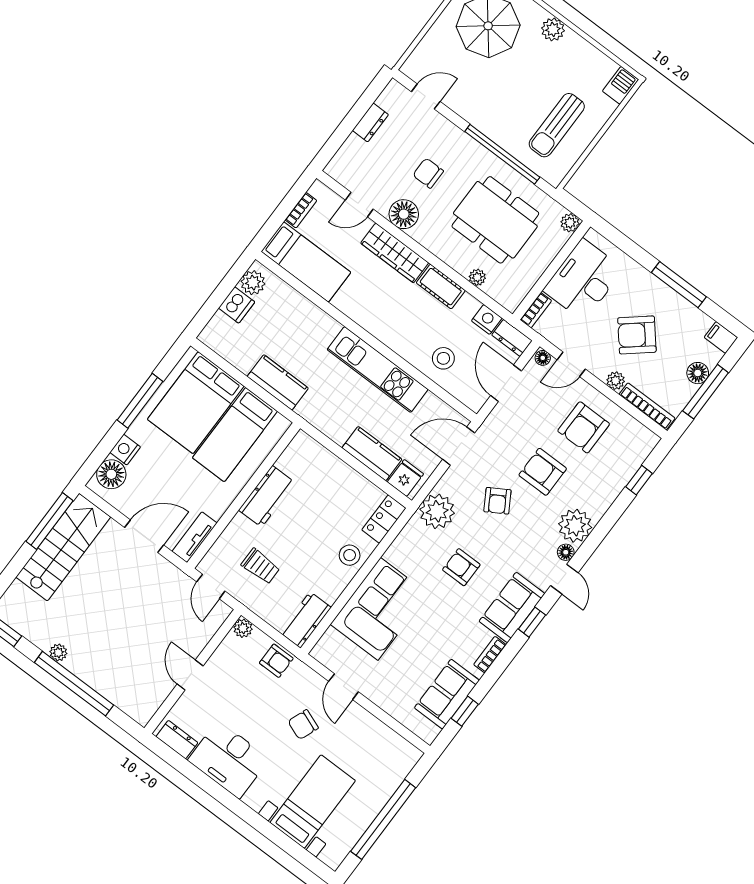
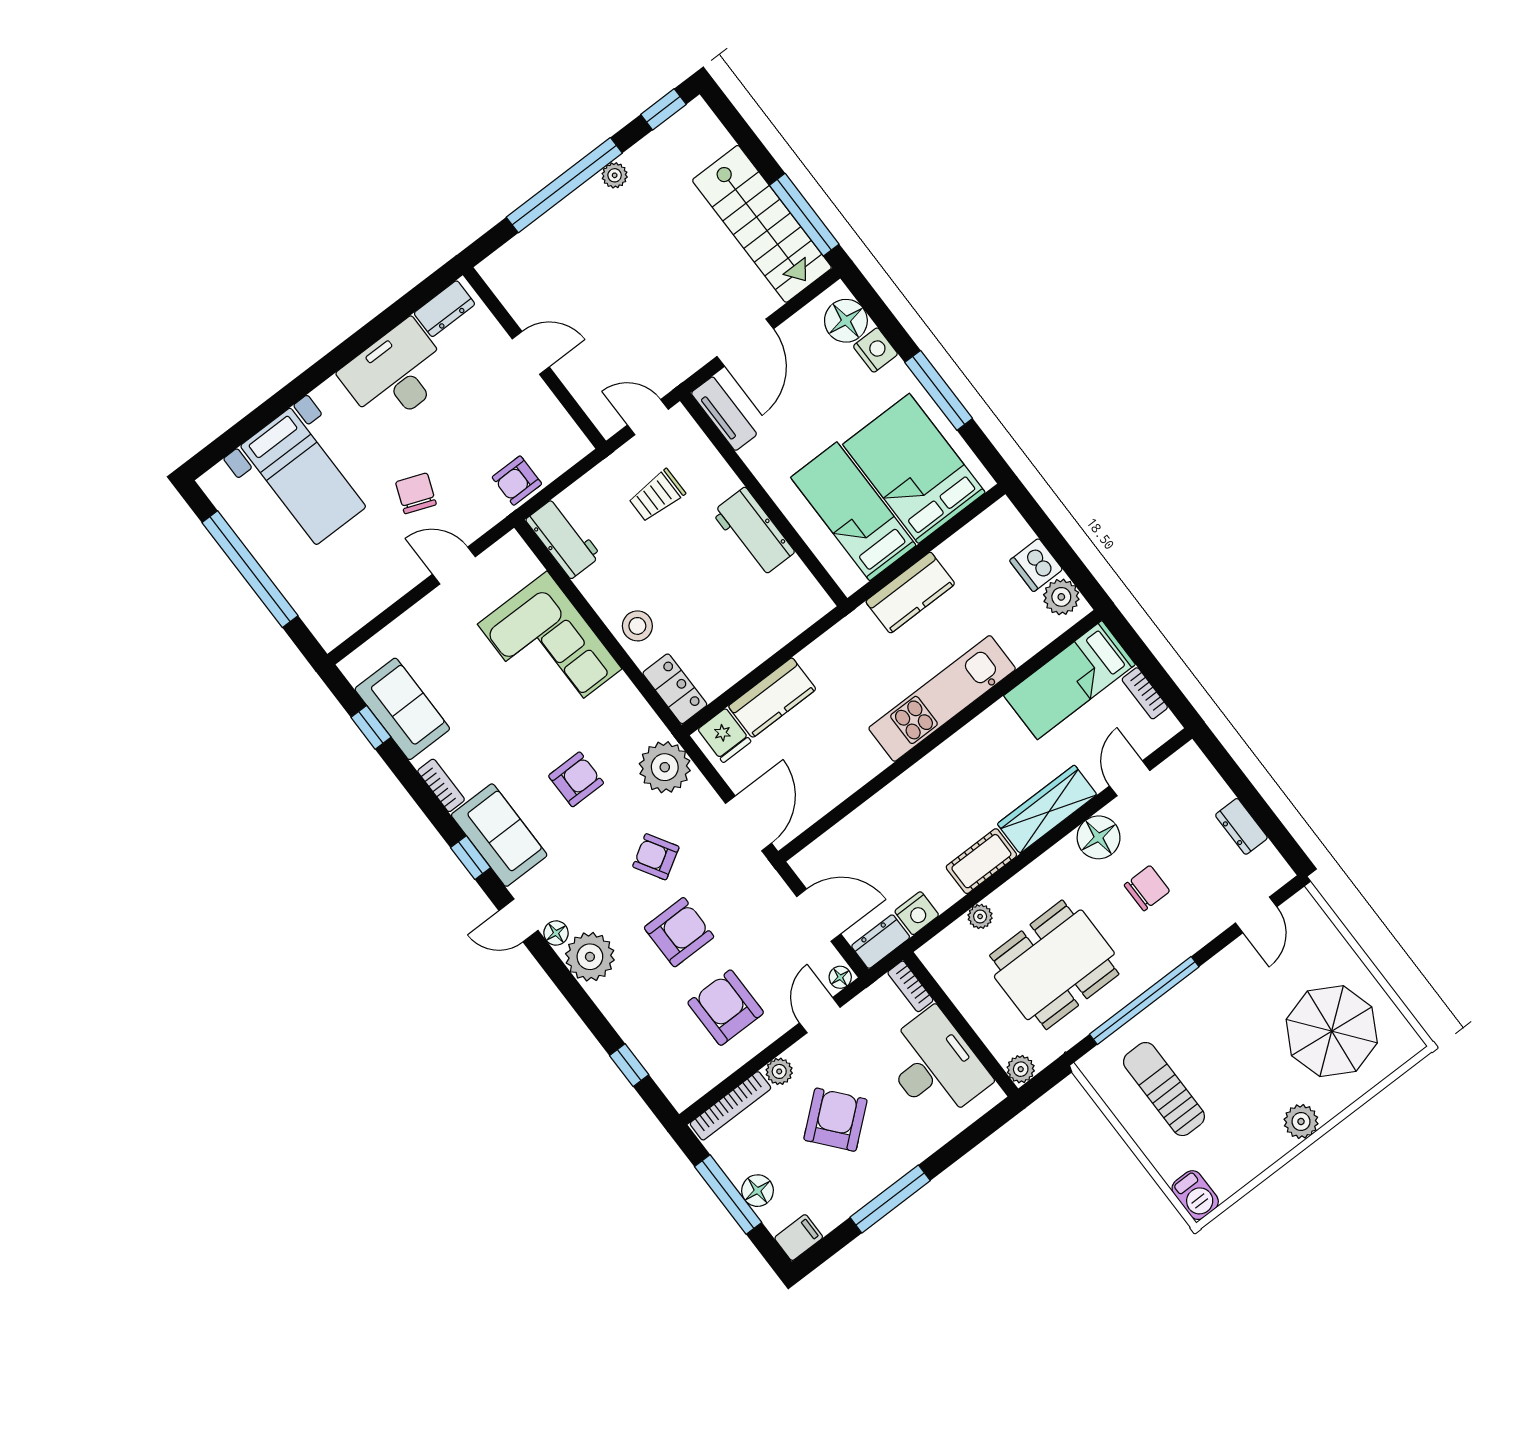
stool: (443, 358) -> (879, 836), removed
kitchen unit: (378, 369) -> (942, 698), moved
plant: (243, 628) -> (576, 446), removed

